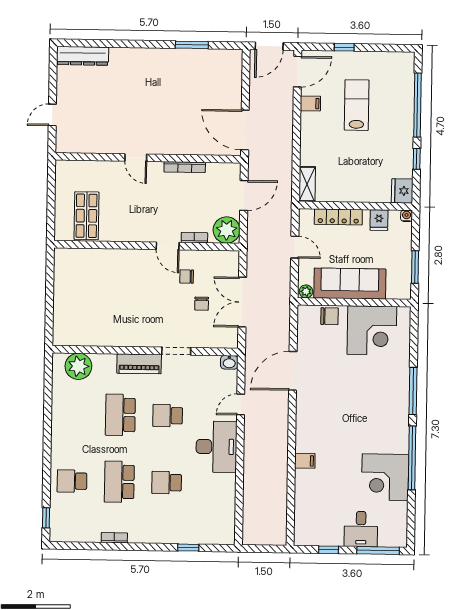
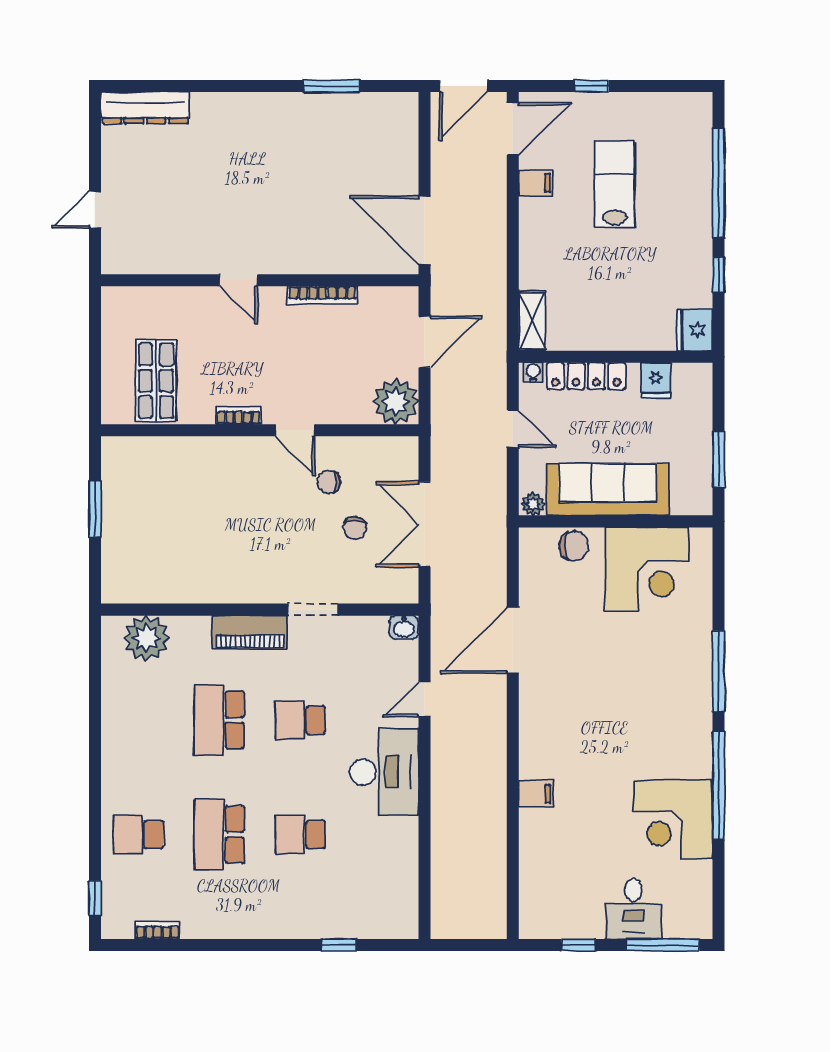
water cooler: (407, 216) -> (533, 372), moved
bookcase: (194, 238) -> (239, 415), moved
window: (50, 290) -> (95, 509), added
bookcase: (114, 538) -> (158, 930), moved

